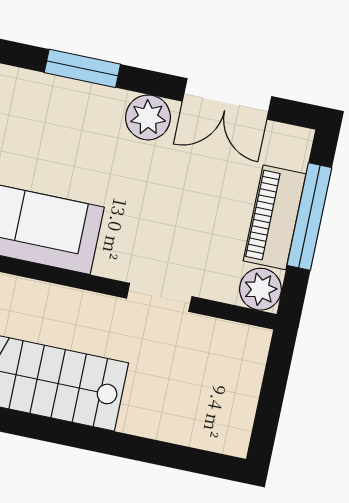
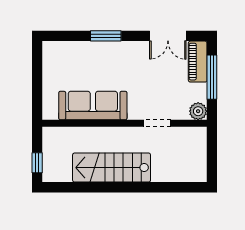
plant: (148, 117) -> (137, 50), removed
piano: (275, 217) -> (198, 62), moved

